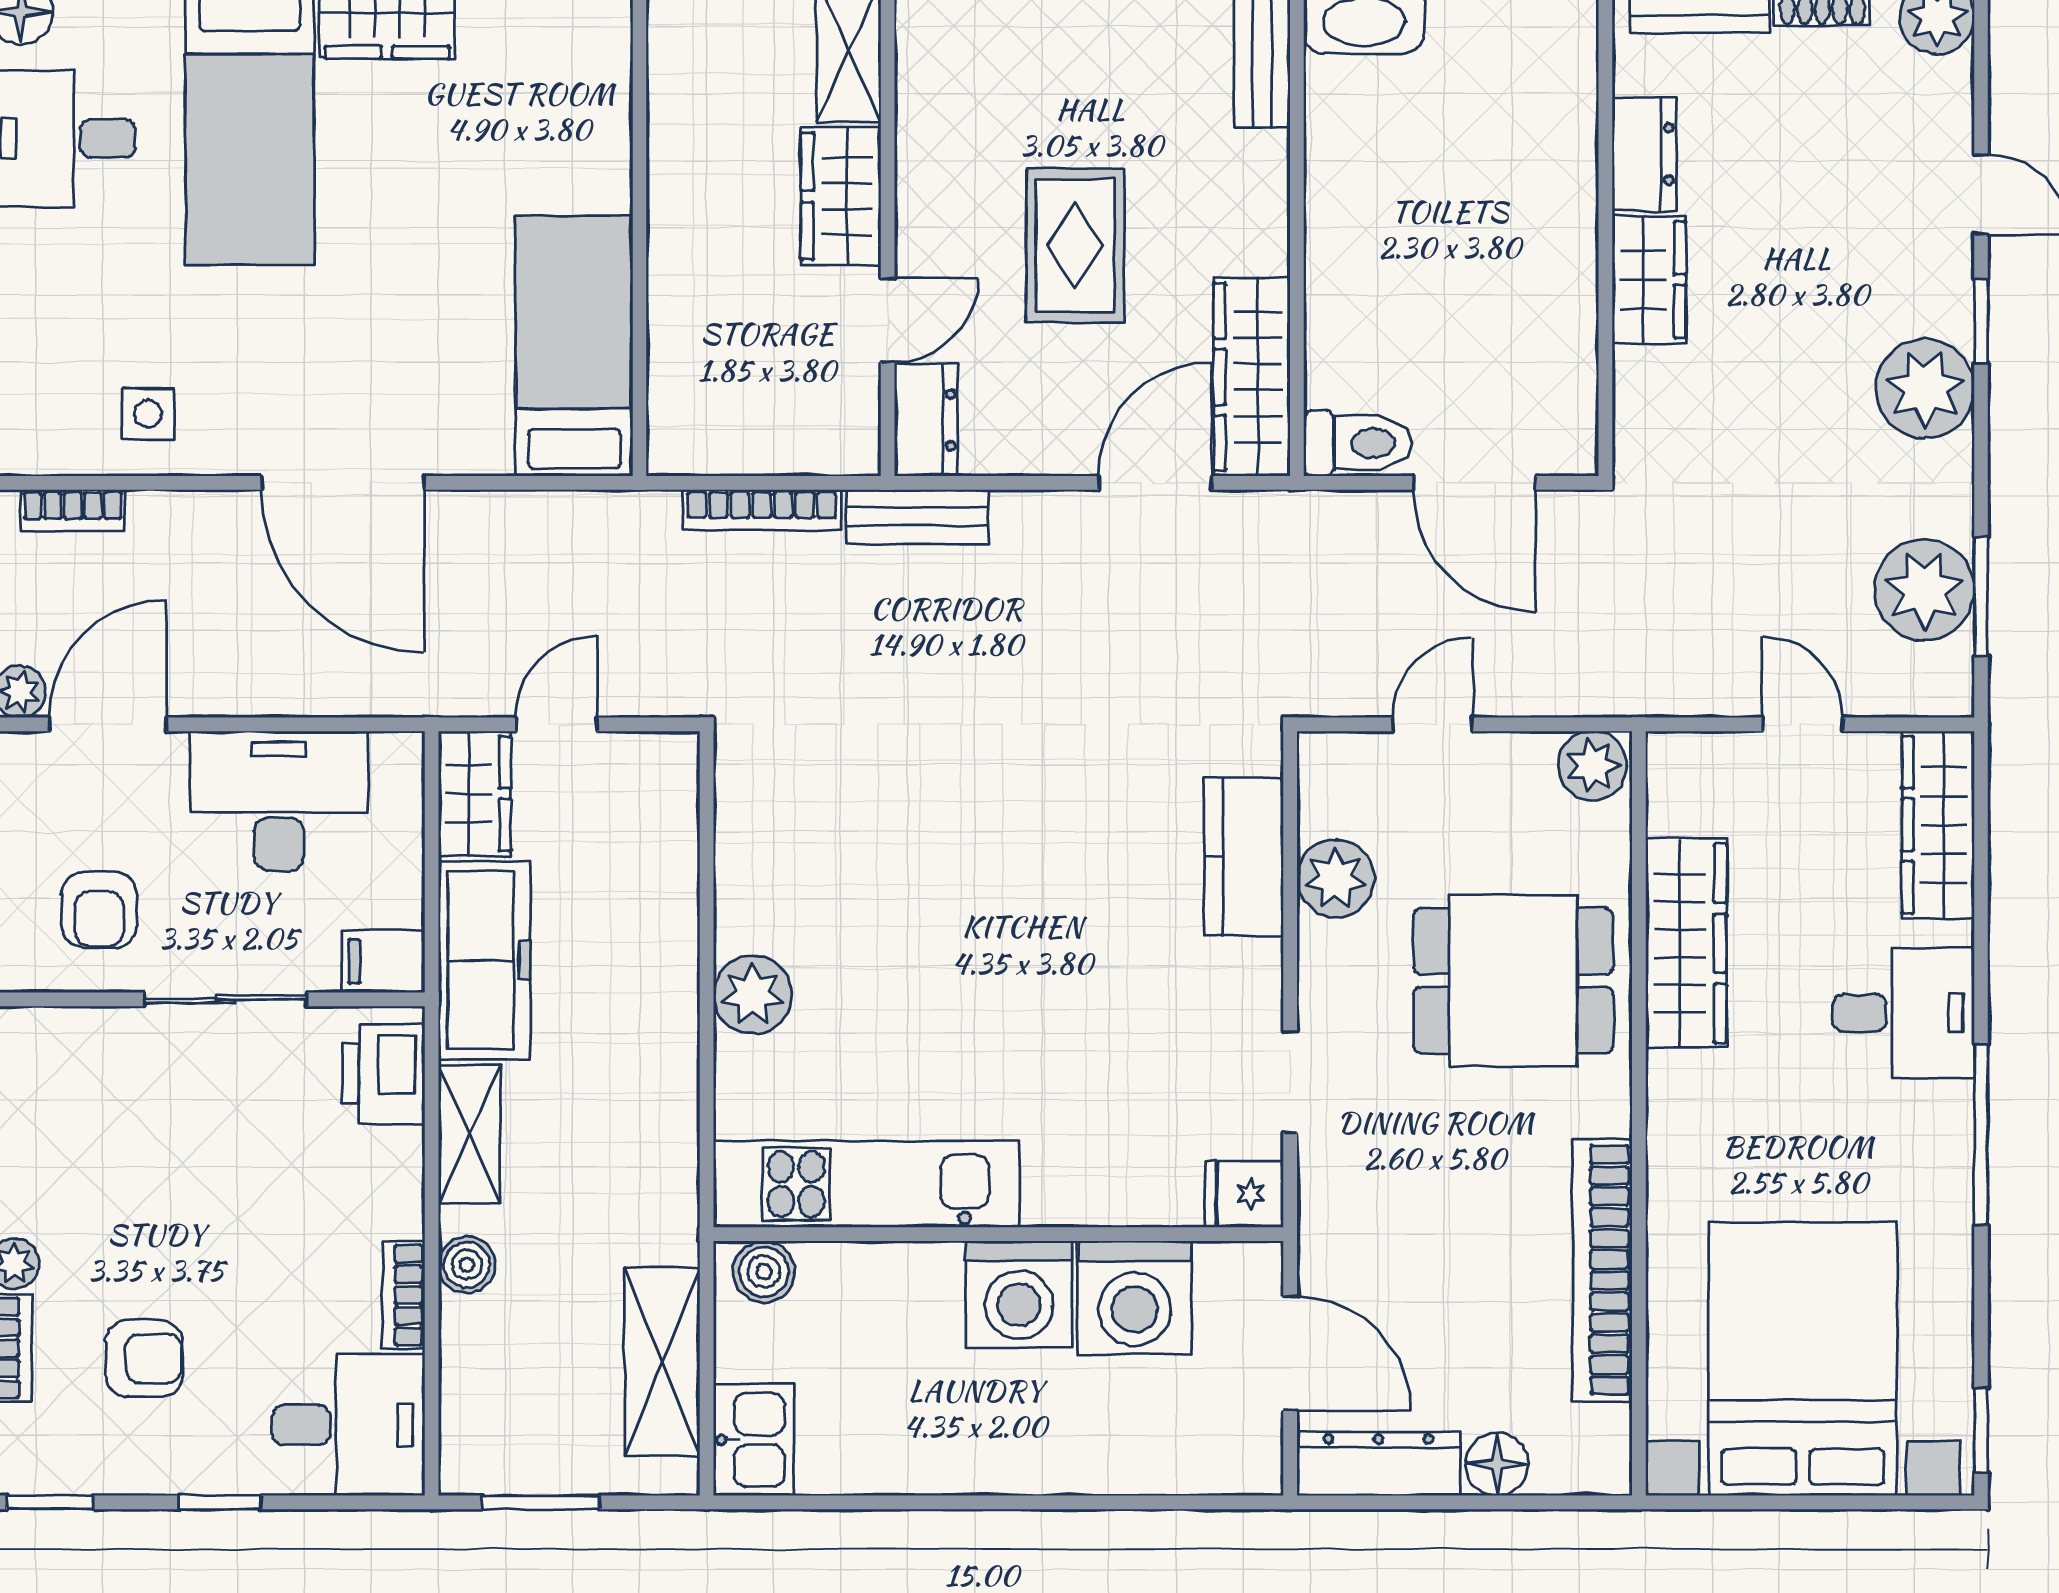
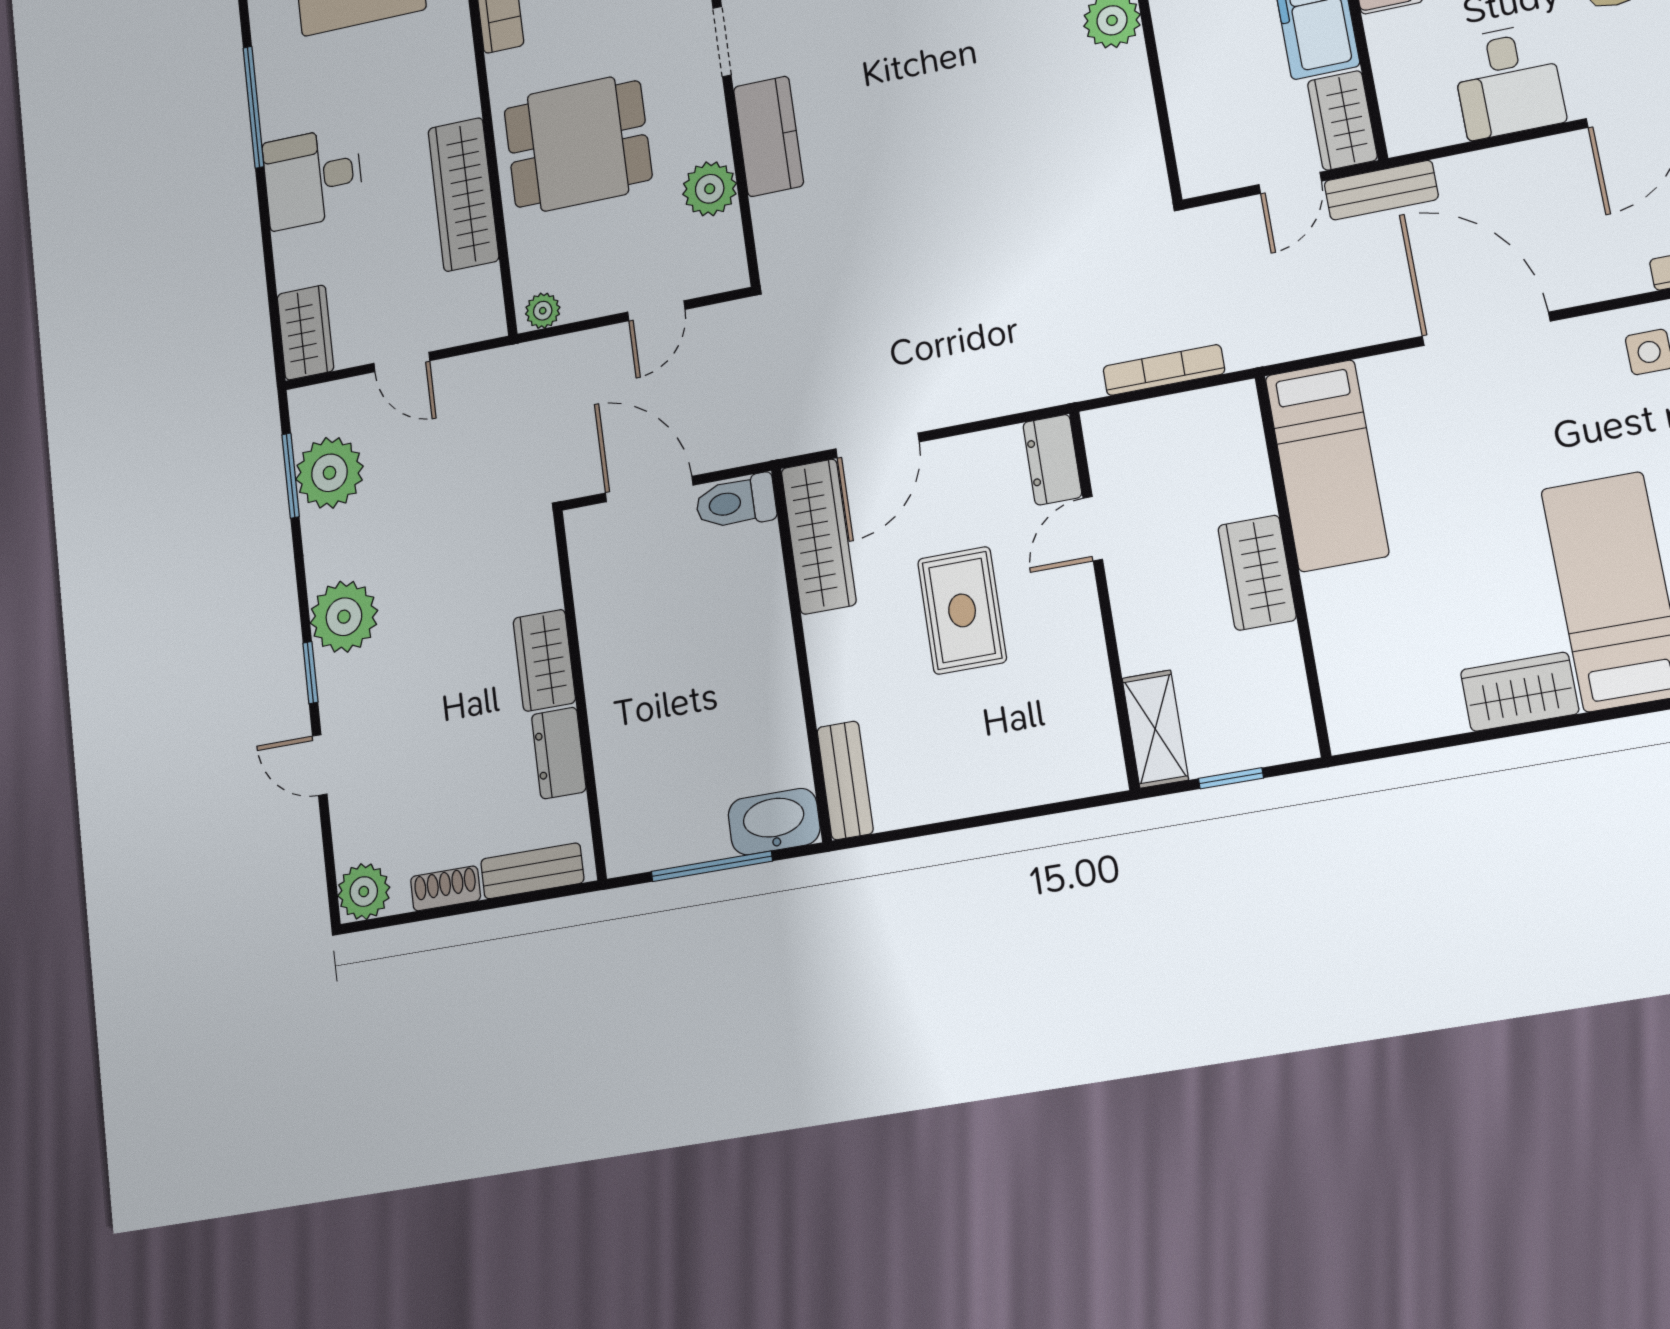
wardrobe: (841, 196) -> (1257, 573), moved, turned 180
bench: (917, 517) -> (1381, 190), moved
plant: (1592, 766) -> (543, 311), width x0.73, depth x0.73
desk: (279, 801) -> (1508, 81), width x0.73
wardrobe: (1938, 825) -> (305, 332), width x0.67
kitchen counter: (1244, 857) -> (768, 136), moved

